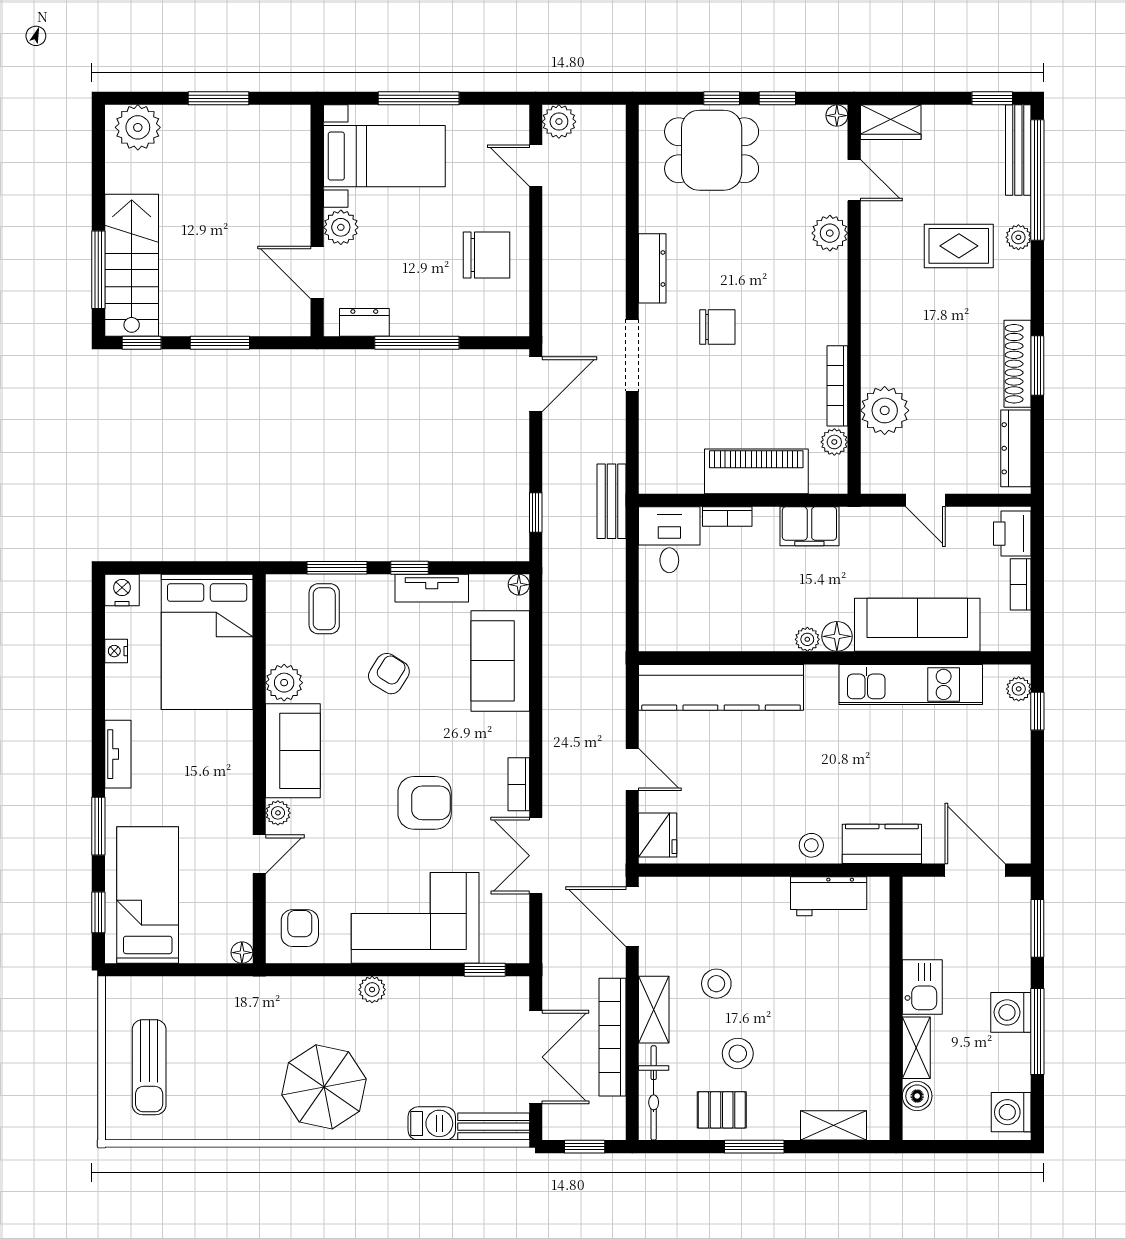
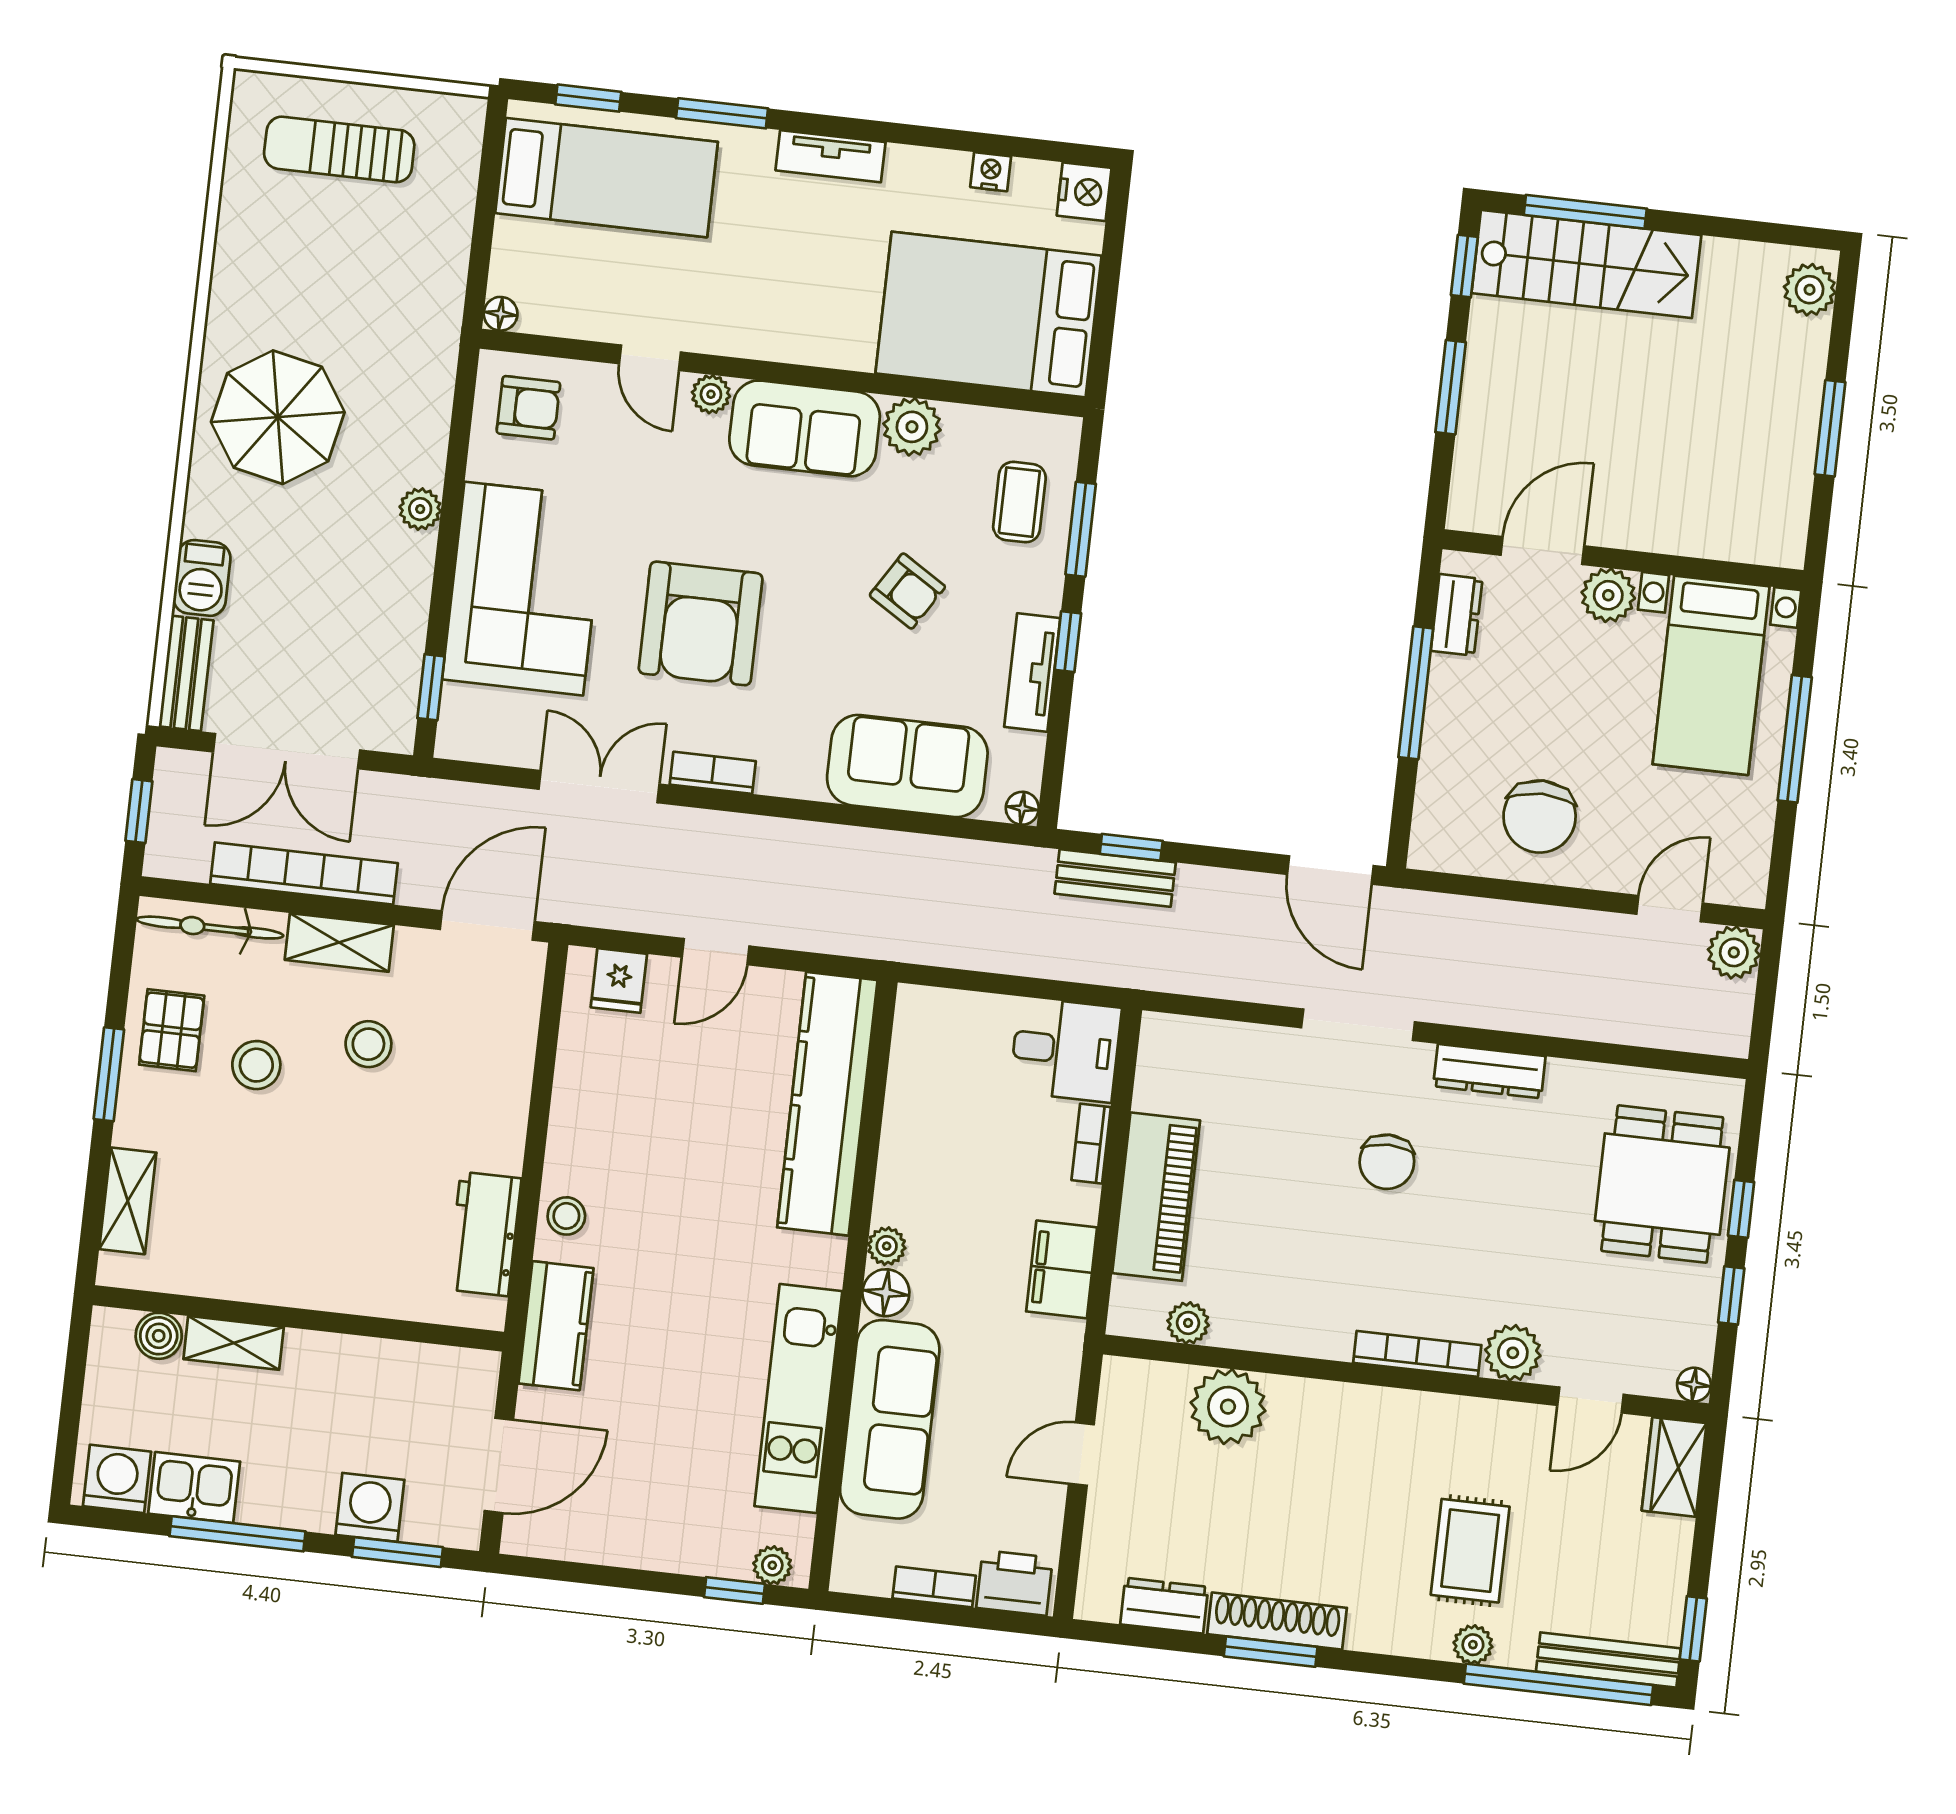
plant: (138, 127) -> (1810, 290), width x0.73, depth x0.73
bookcase: (837, 386) -> (1417, 1354), moved
dresser: (1016, 448) -> (1164, 1606), width x0.70
bench: (611, 501) -> (1115, 878), moved
coffee table: (324, 609) -> (1019, 502), turned 90
armchair: (425, 803) -> (701, 623), width x1.36, depth x1.36
fridge: (658, 835) -> (619, 981), width x0.72
kitchen sink: (922, 987) -> (194, 1488), moved, turned 180
washing machine: (1011, 1012) -> (370, 1507), moved

